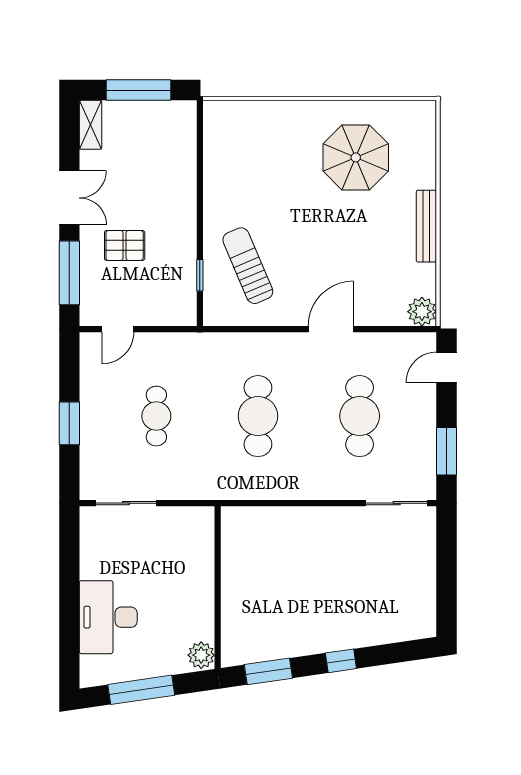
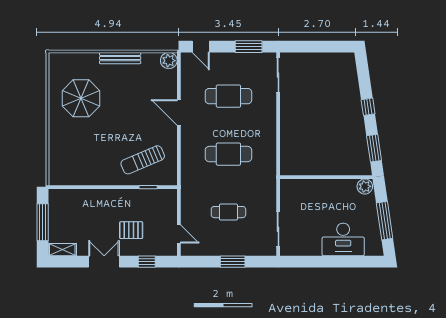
pallet: (125, 245) -> (131, 230), turned 90
window: (69, 273) -> (147, 262), width x0.46

